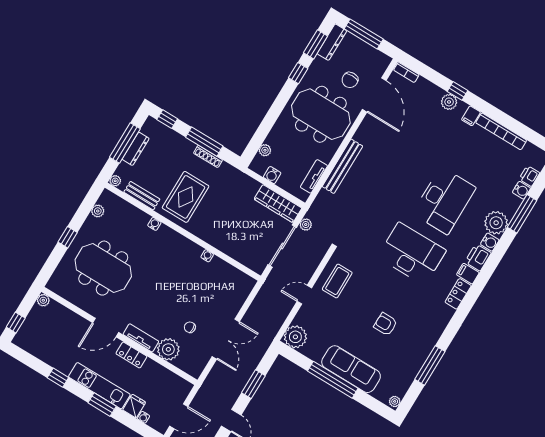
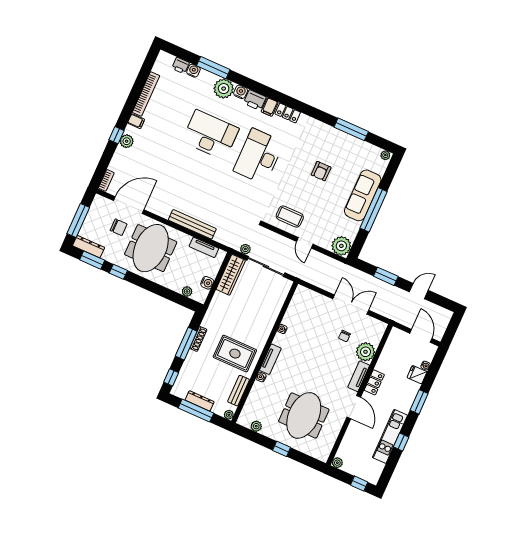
tv unit: (174, 237) -> (270, 359), added
kitchen unit: (99, 386) -> (390, 436), moved

